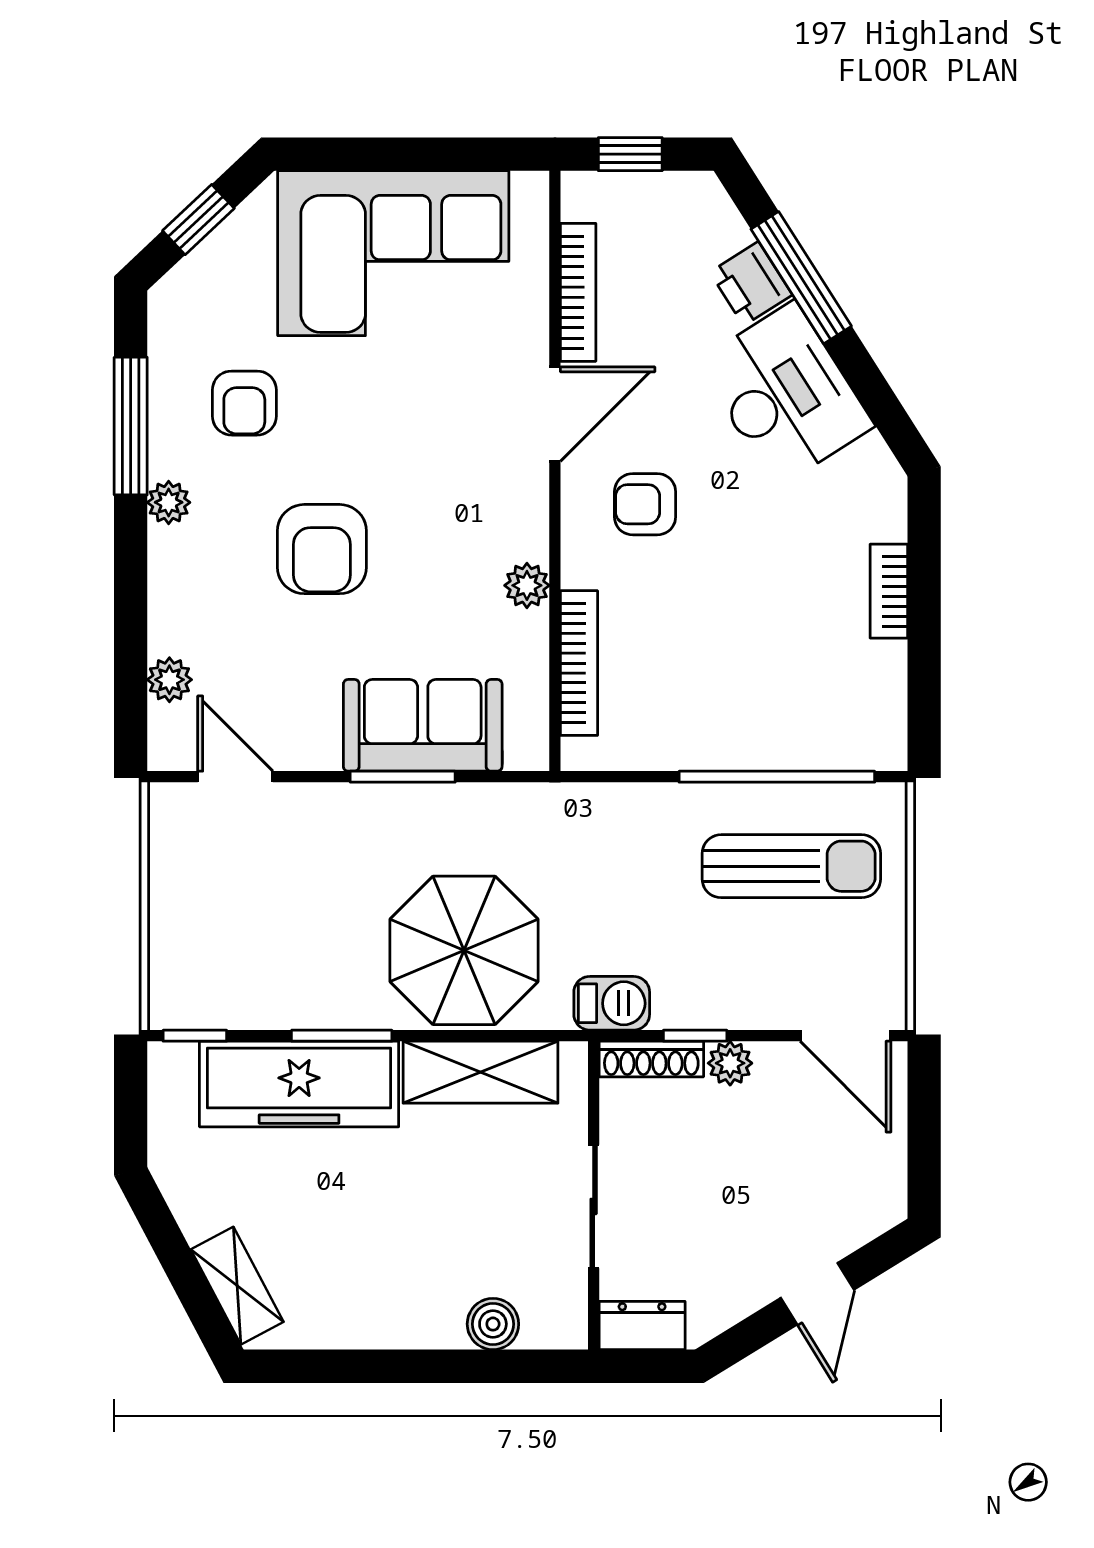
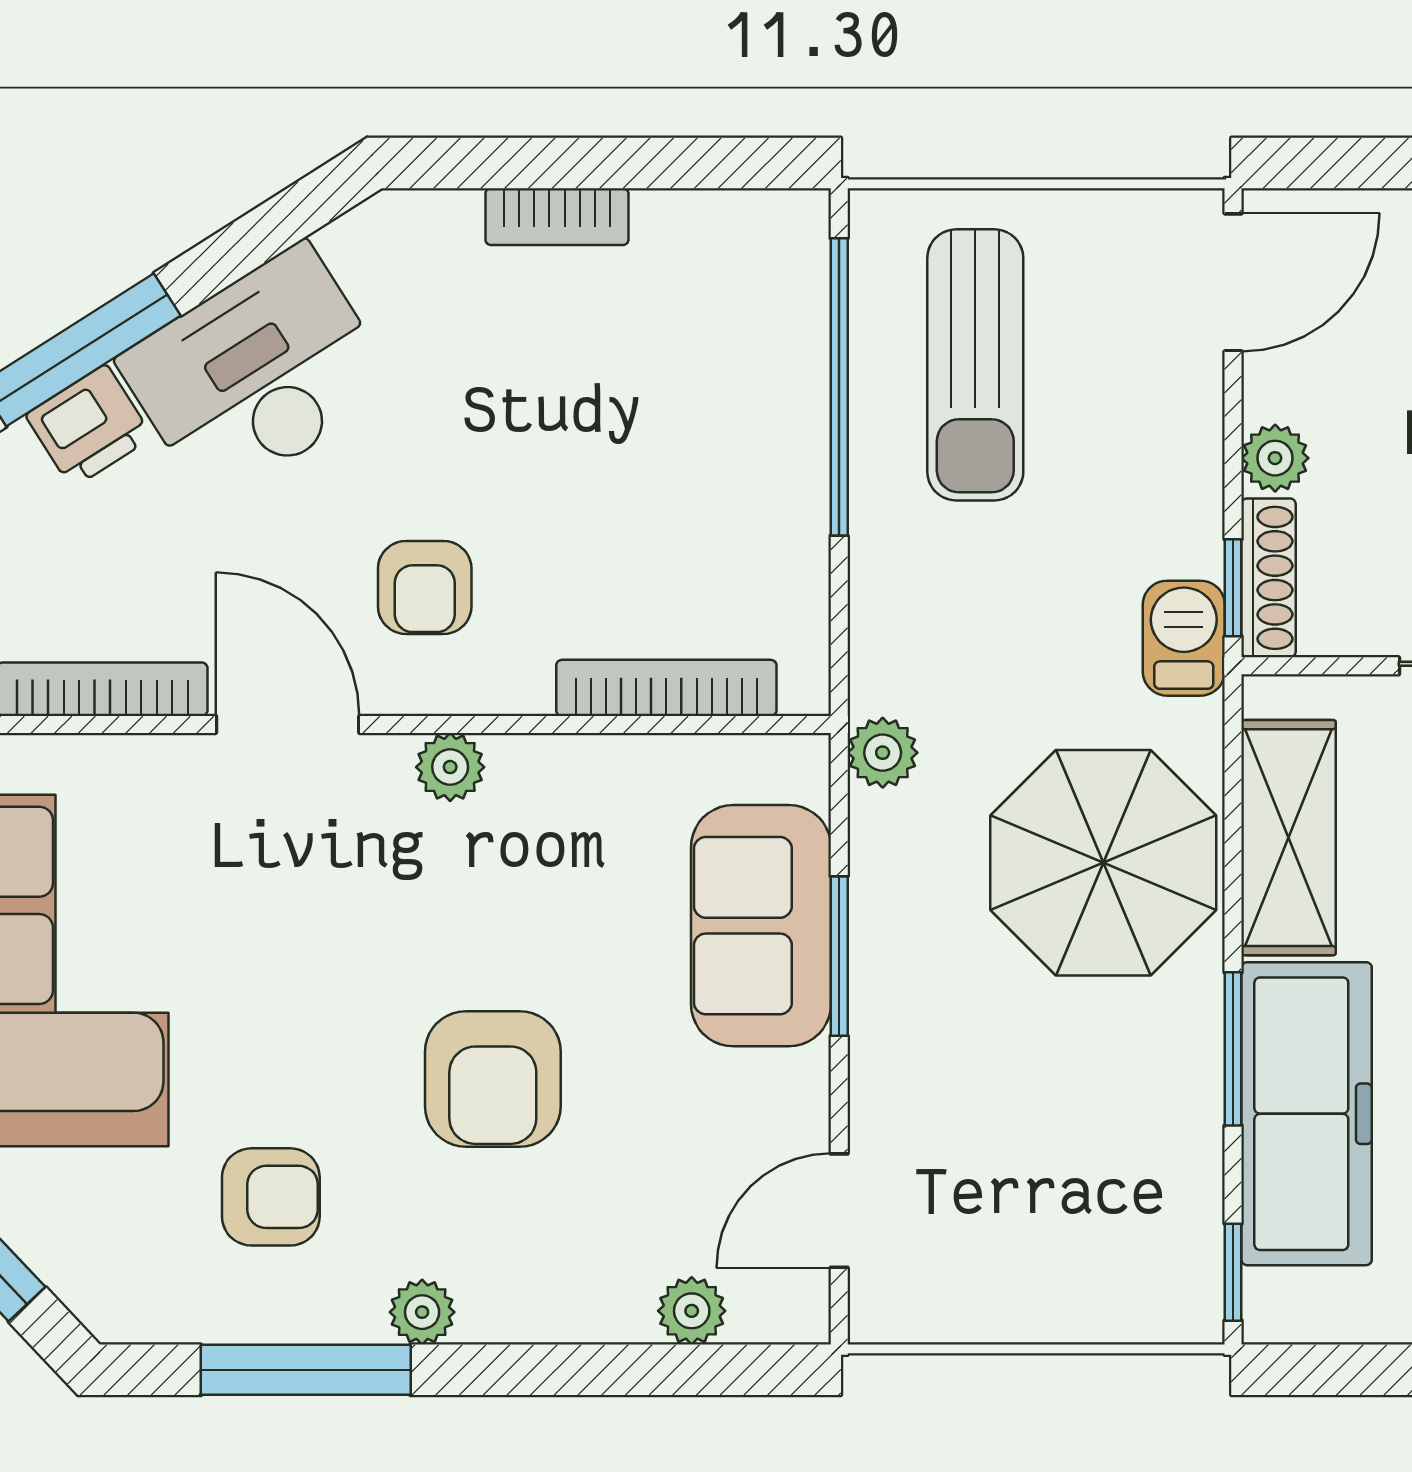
armchair: (322, 549) -> (493, 1079), turned 90
plant: (527, 585) -> (450, 767), moved
plant: (536, 805) -> (883, 753), added
sun lounger: (791, 866) -> (975, 365), turned 180
window: (695, 1036) -> (1233, 588), moved

